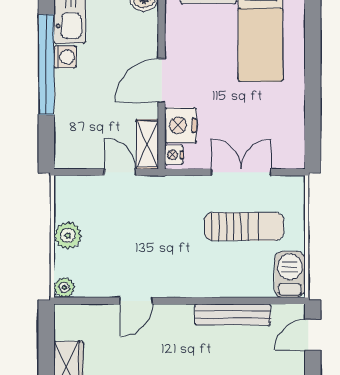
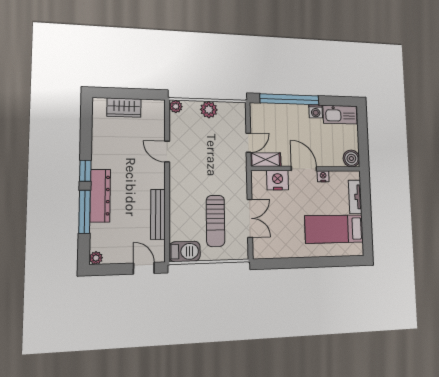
window: (46, 65) -> (290, 99), moved
nightstand: (174, 155) -> (323, 176), moved

